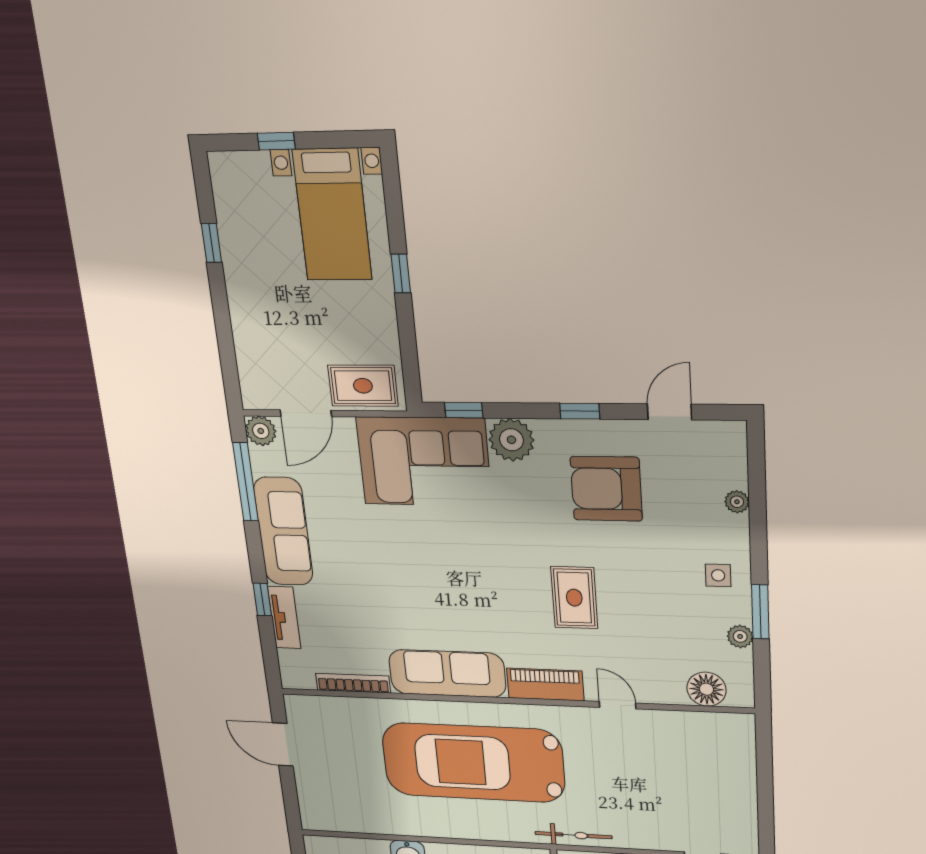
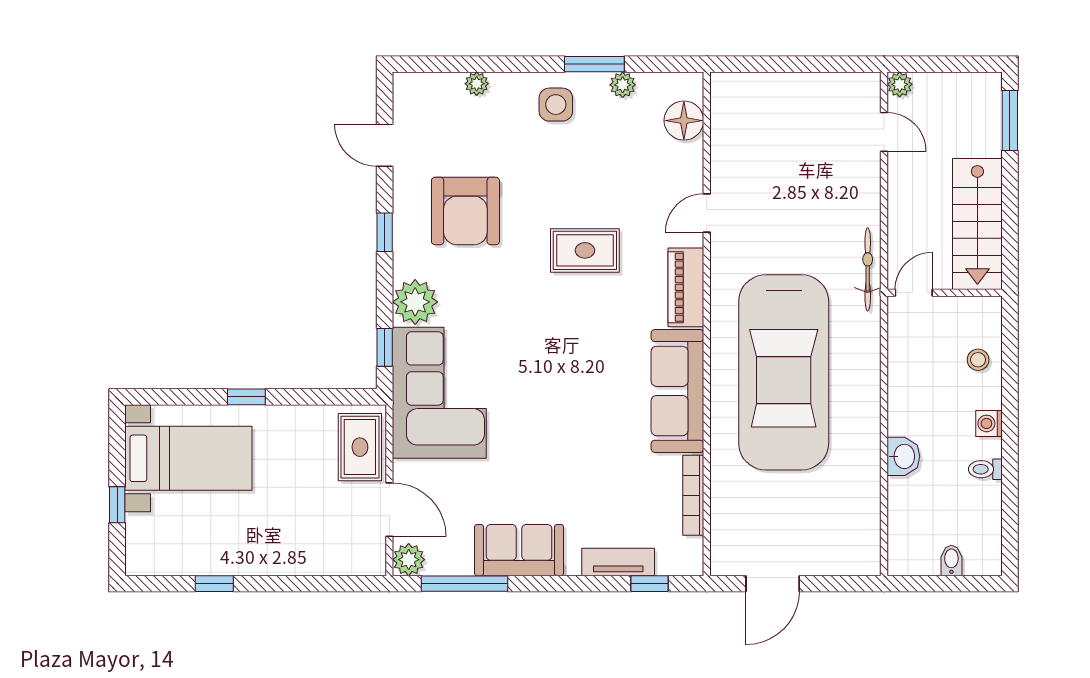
sofa: (283, 531) -> (519, 550), width x0.73
side table: (718, 575) -> (556, 105), width x1.37, depth x1.37
window: (262, 599) -> (649, 584), moved

